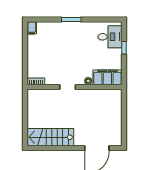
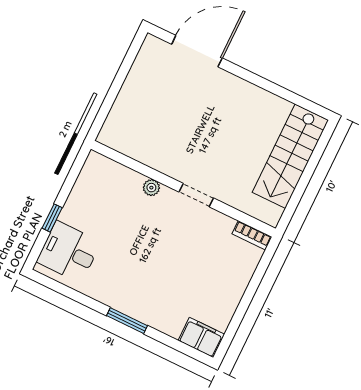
filing cabinet: (32, 28) -> (201, 337), width x2.00
filing cabinet: (107, 77) -> (111, 177), removed
stairs: (50, 137) -> (290, 156), moved, turned 90

